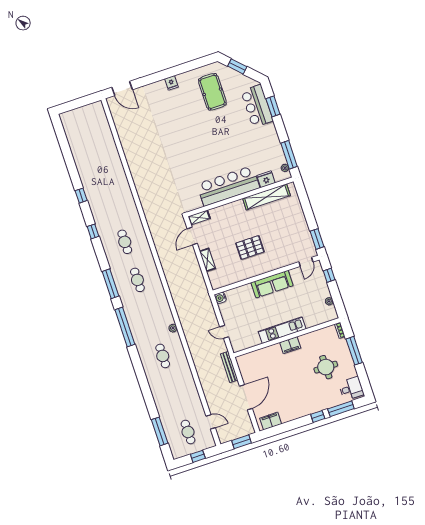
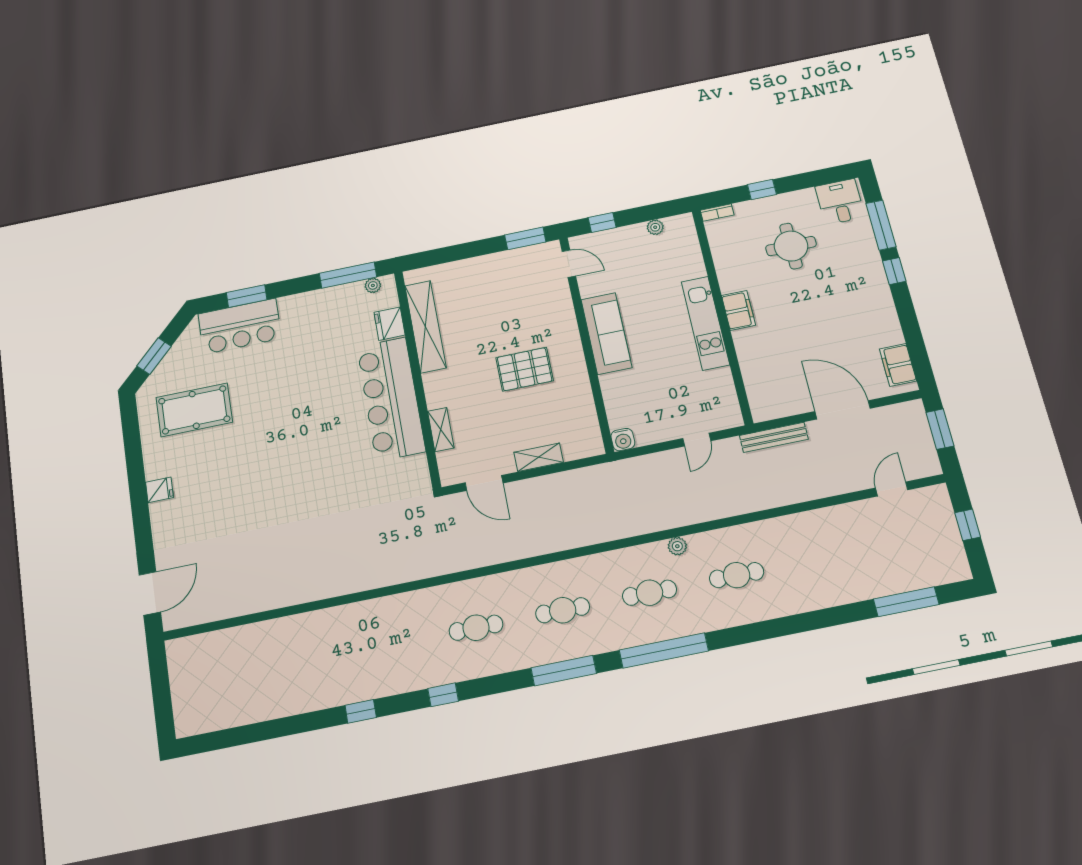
shelving: (199, 218) -> (441, 430), moved
pallet: (250, 247) -> (525, 369), turned 90
window: (354, 351) -> (762, 189), width x0.46
cafe table: (188, 432) -> (650, 593), moved

